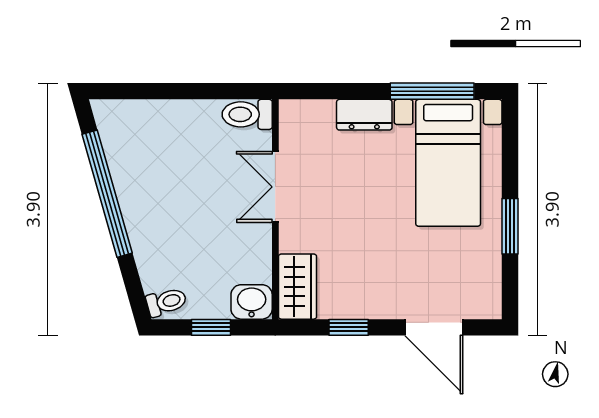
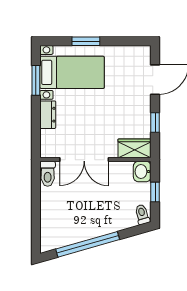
window: (432, 91) -> (36, 80), width x0.69
double door: (275, 187) -> (84, 160), width x1.37
window: (510, 226) -> (86, 41), moved

